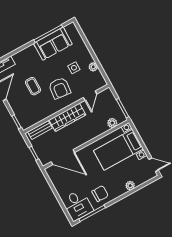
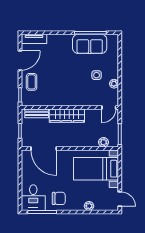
coffee table: (33, 86) -> (32, 82), moved
armchair: (60, 88) -> (74, 86), removed
door: (90, 96) -> (109, 108), moved

